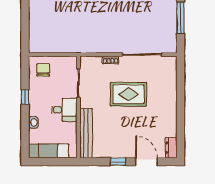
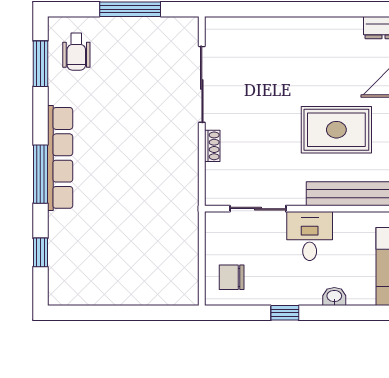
rug: (128, 94) -> (336, 130), moved, turned 90

